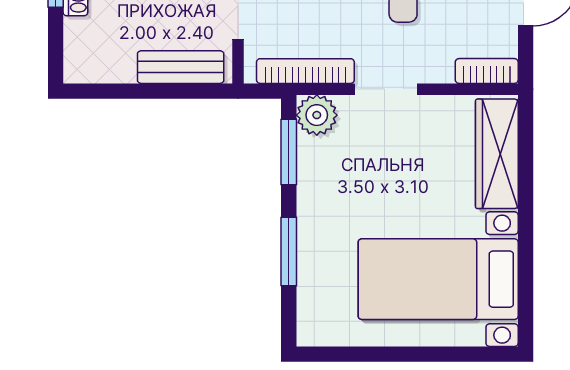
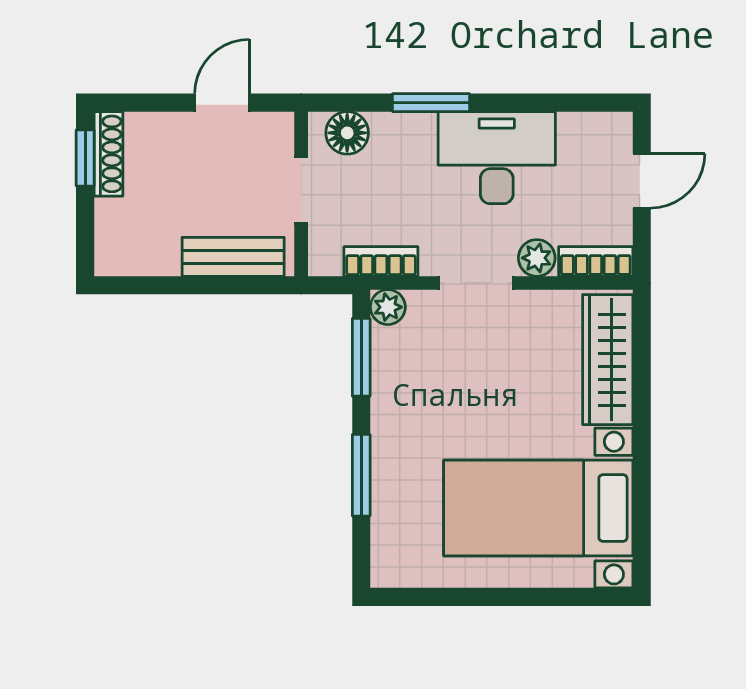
plant: (437, 68) -> (537, 258), added
bookcase: (305, 71) -> (381, 261), width x0.64
plant: (317, 115) -> (388, 307), width x0.73, depth x0.73

